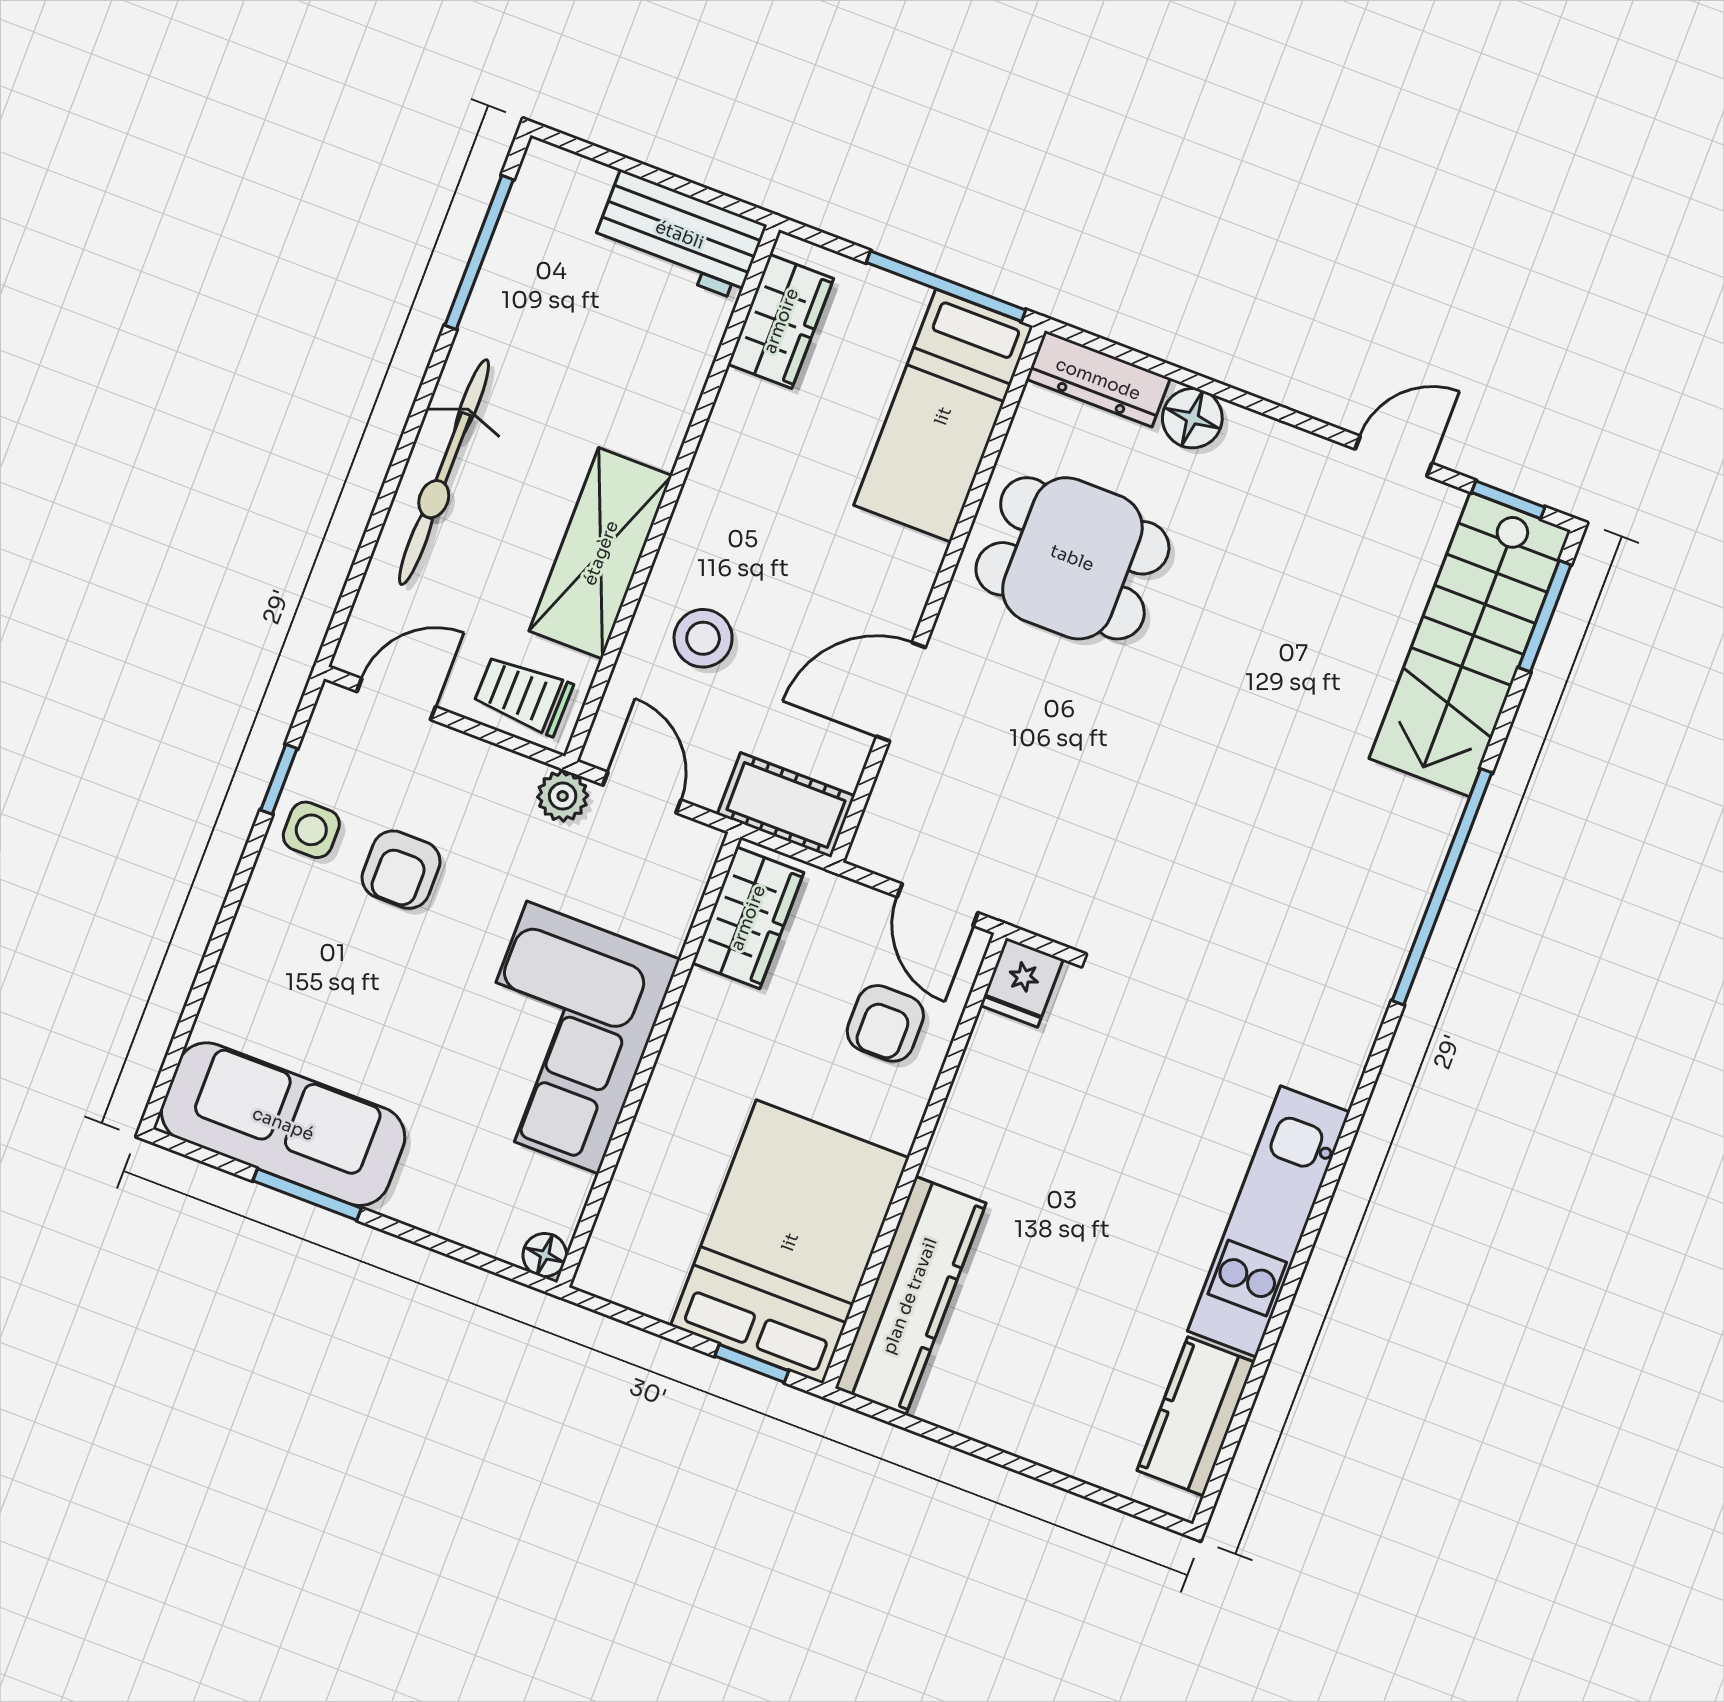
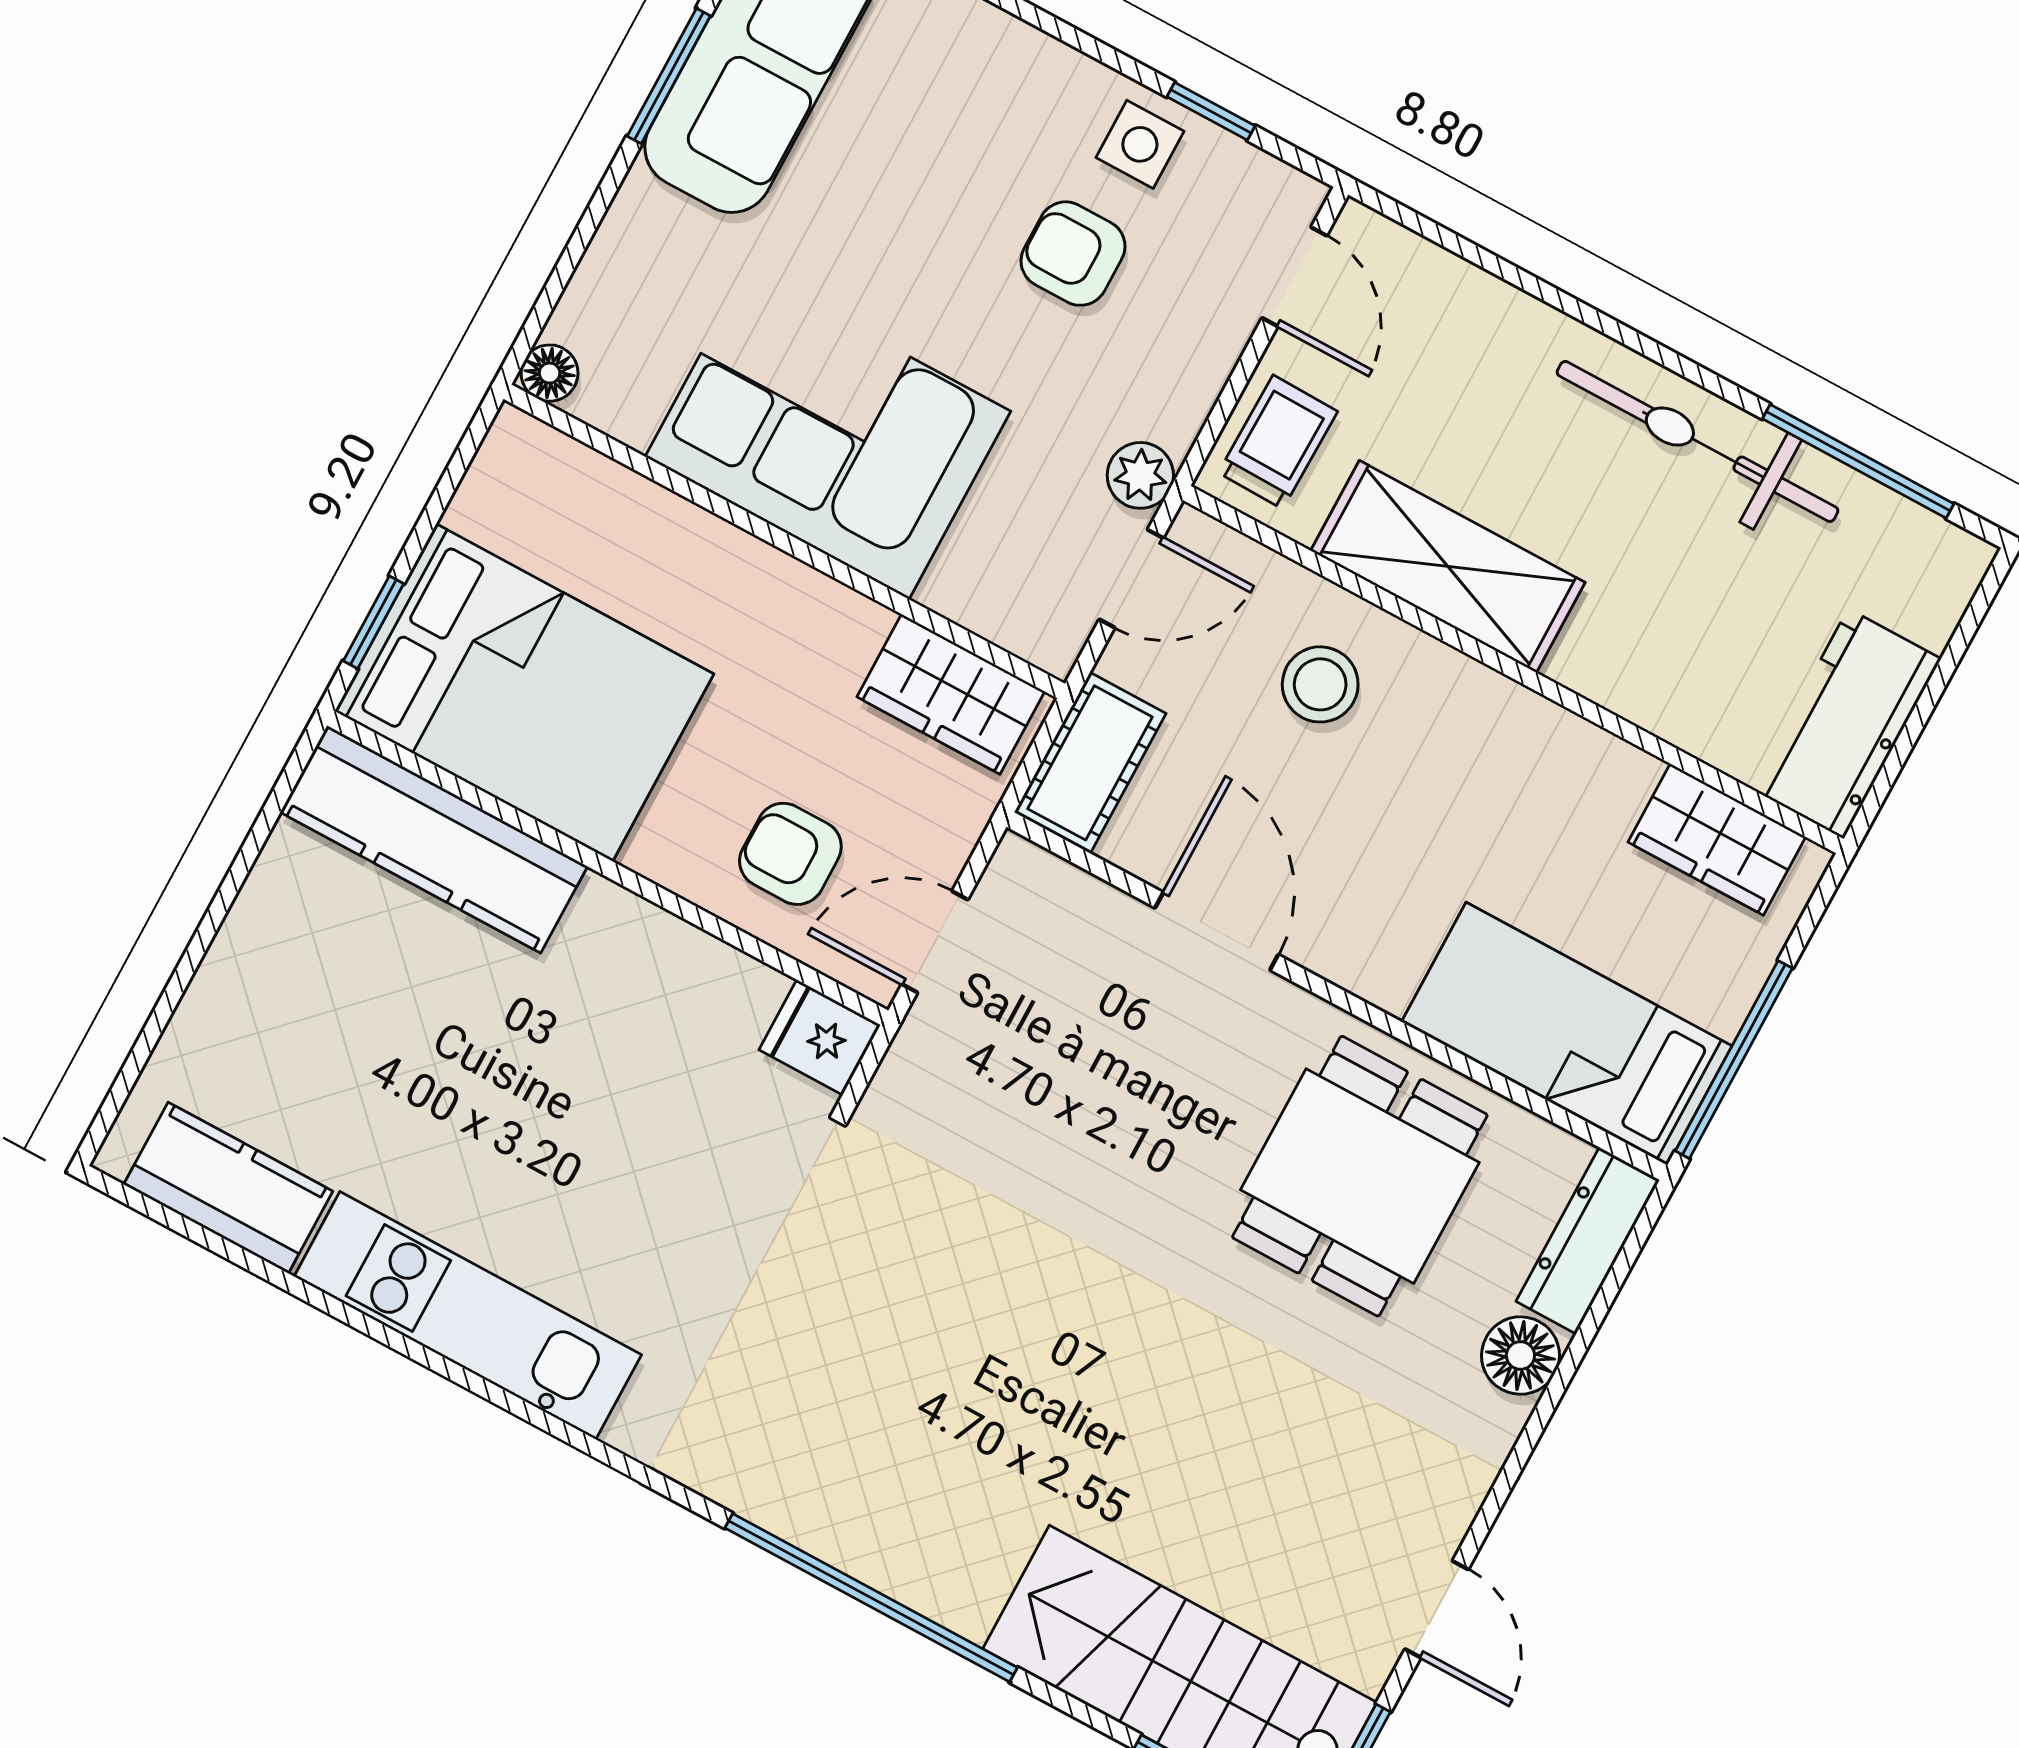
bicycle: (444, 472) -> (1698, 441), moved

